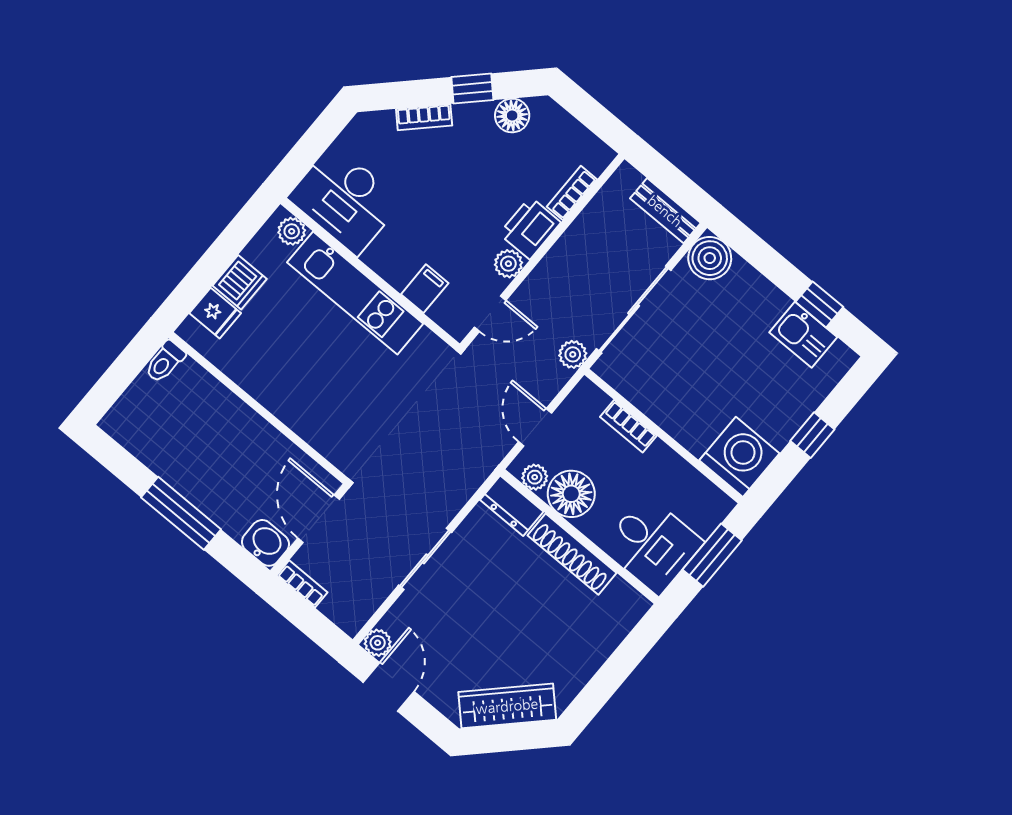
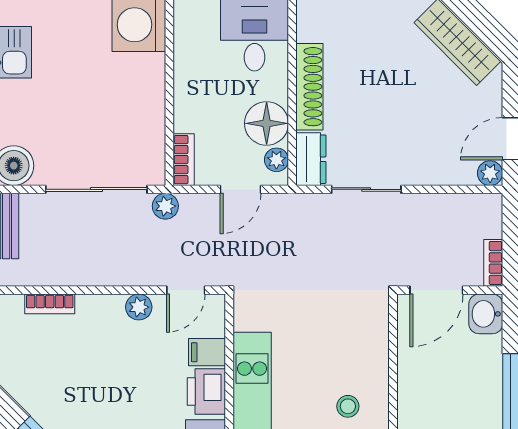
floor lamp: (512, 115) -> (30, 394), removed
printer: (530, 228) -> (206, 391), moved, turned 90
door: (490, 314) -> (186, 290), swing flipped
stool: (284, 367) -> (348, 406), added
bookcase: (628, 426) -> (184, 160), moved
sliding door: (425, 559) -> (366, 189), moved

